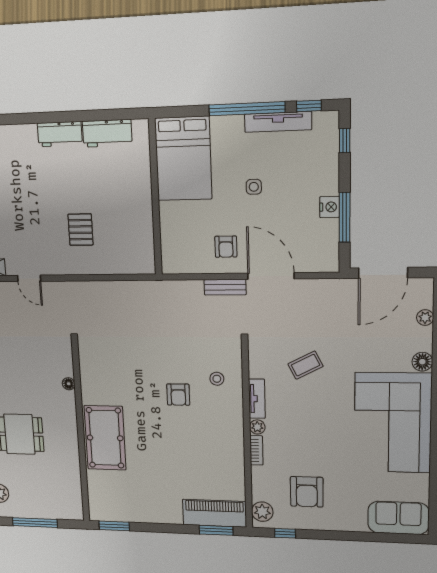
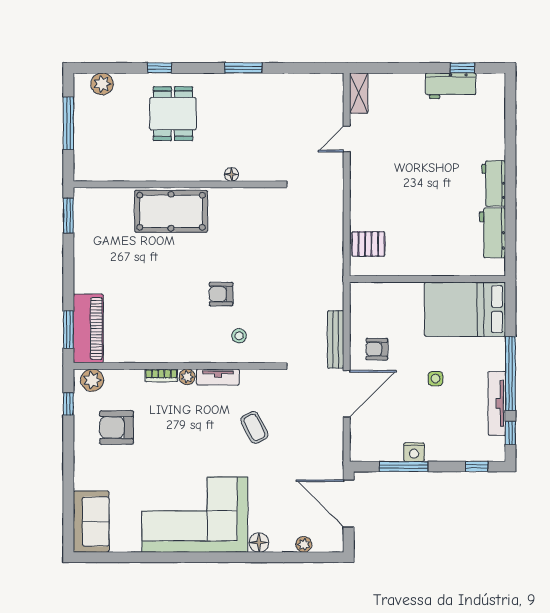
pallet: (81, 230) -> (368, 244), moved
bench: (225, 287) -> (336, 339), width x1.36

